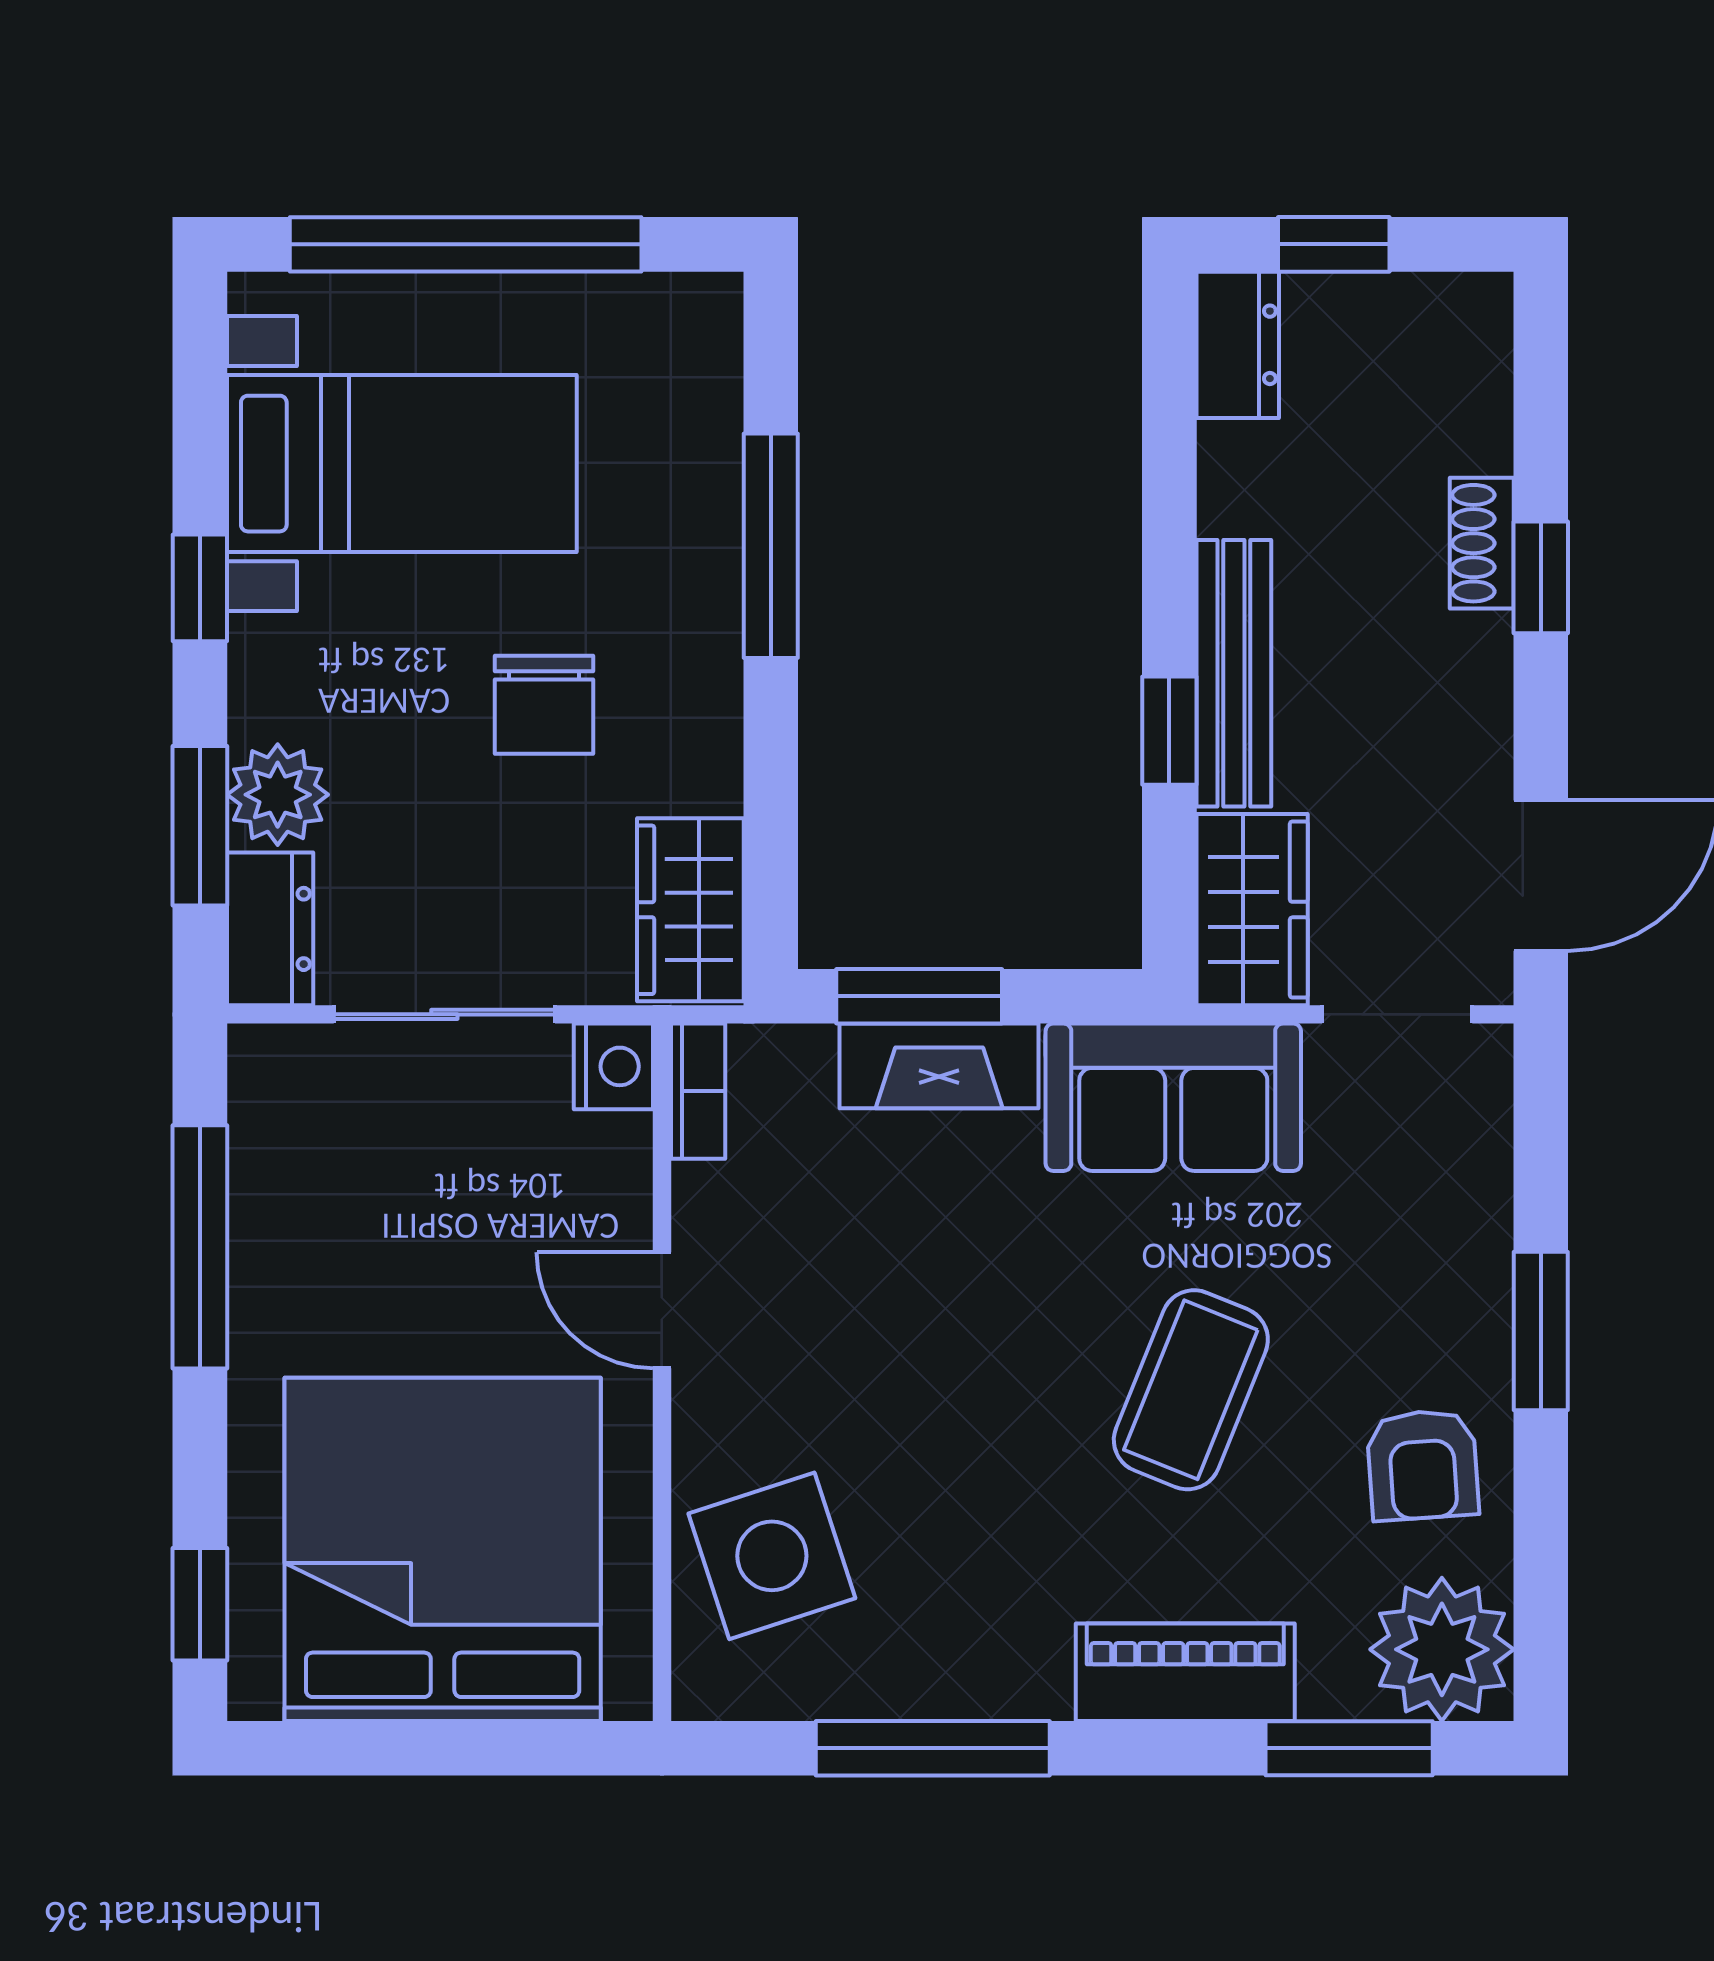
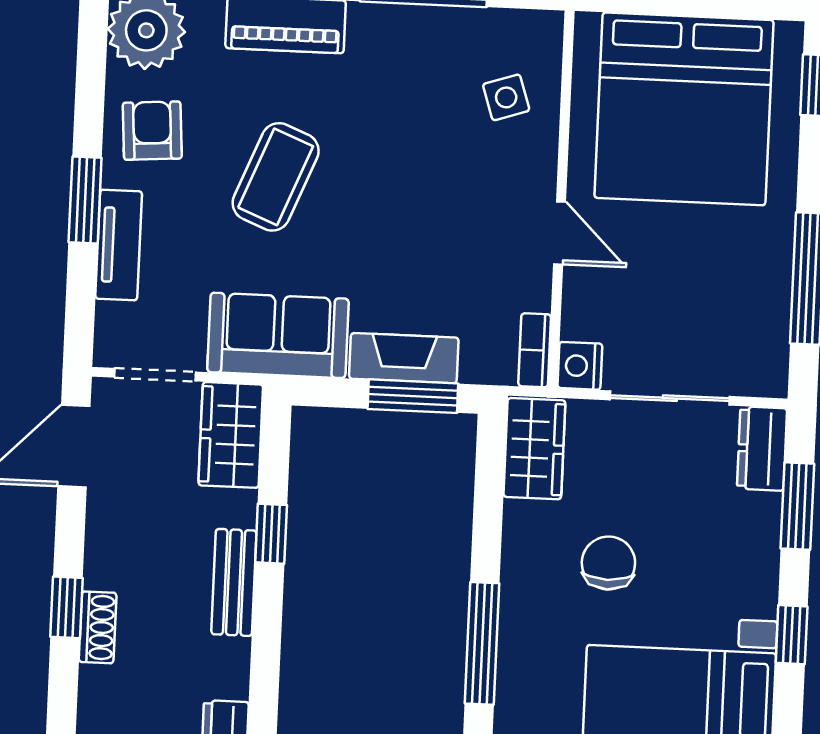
bench: (1234, 673) -> (234, 582), width x0.73
plant: (278, 795) -> (755, 521), removed
tv unit: (1475, 1251) -> (119, 245), added
side table: (772, 1556) -> (506, 97), width x0.54, depth x0.54

